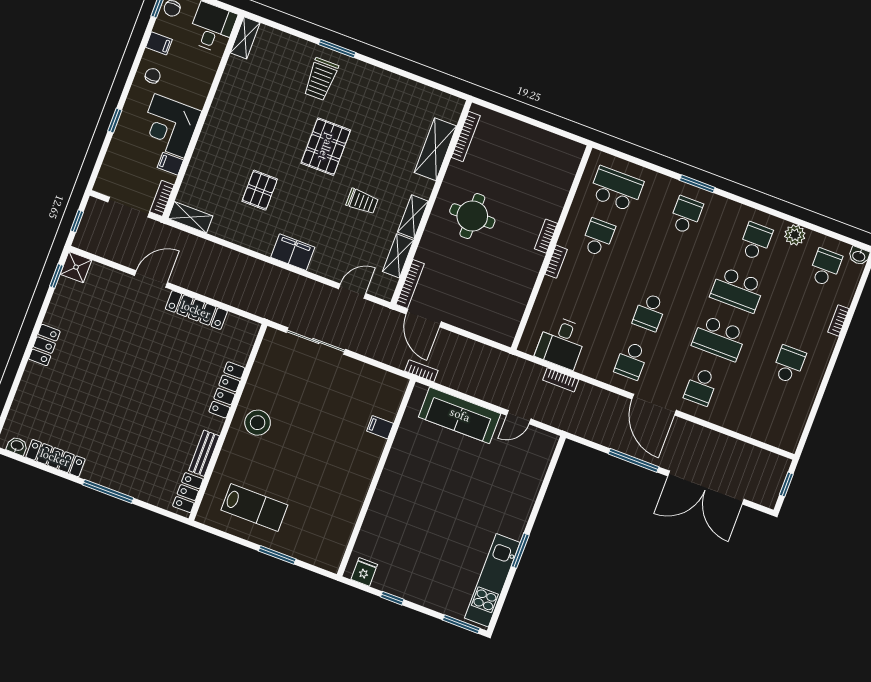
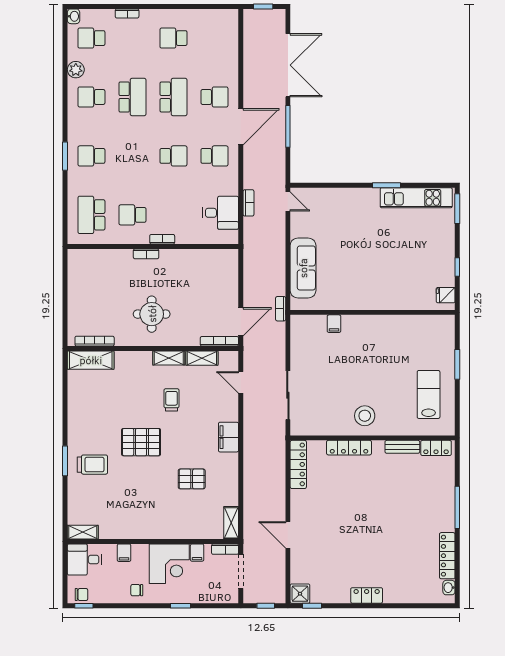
filing cabinet: (159, 43) -> (124, 553), moved, turned 180
shelving: (435, 149) -> (91, 360), moved
locker: (196, 310) -> (298, 464), moved
door: (519, 417) -> (288, 201), moved

